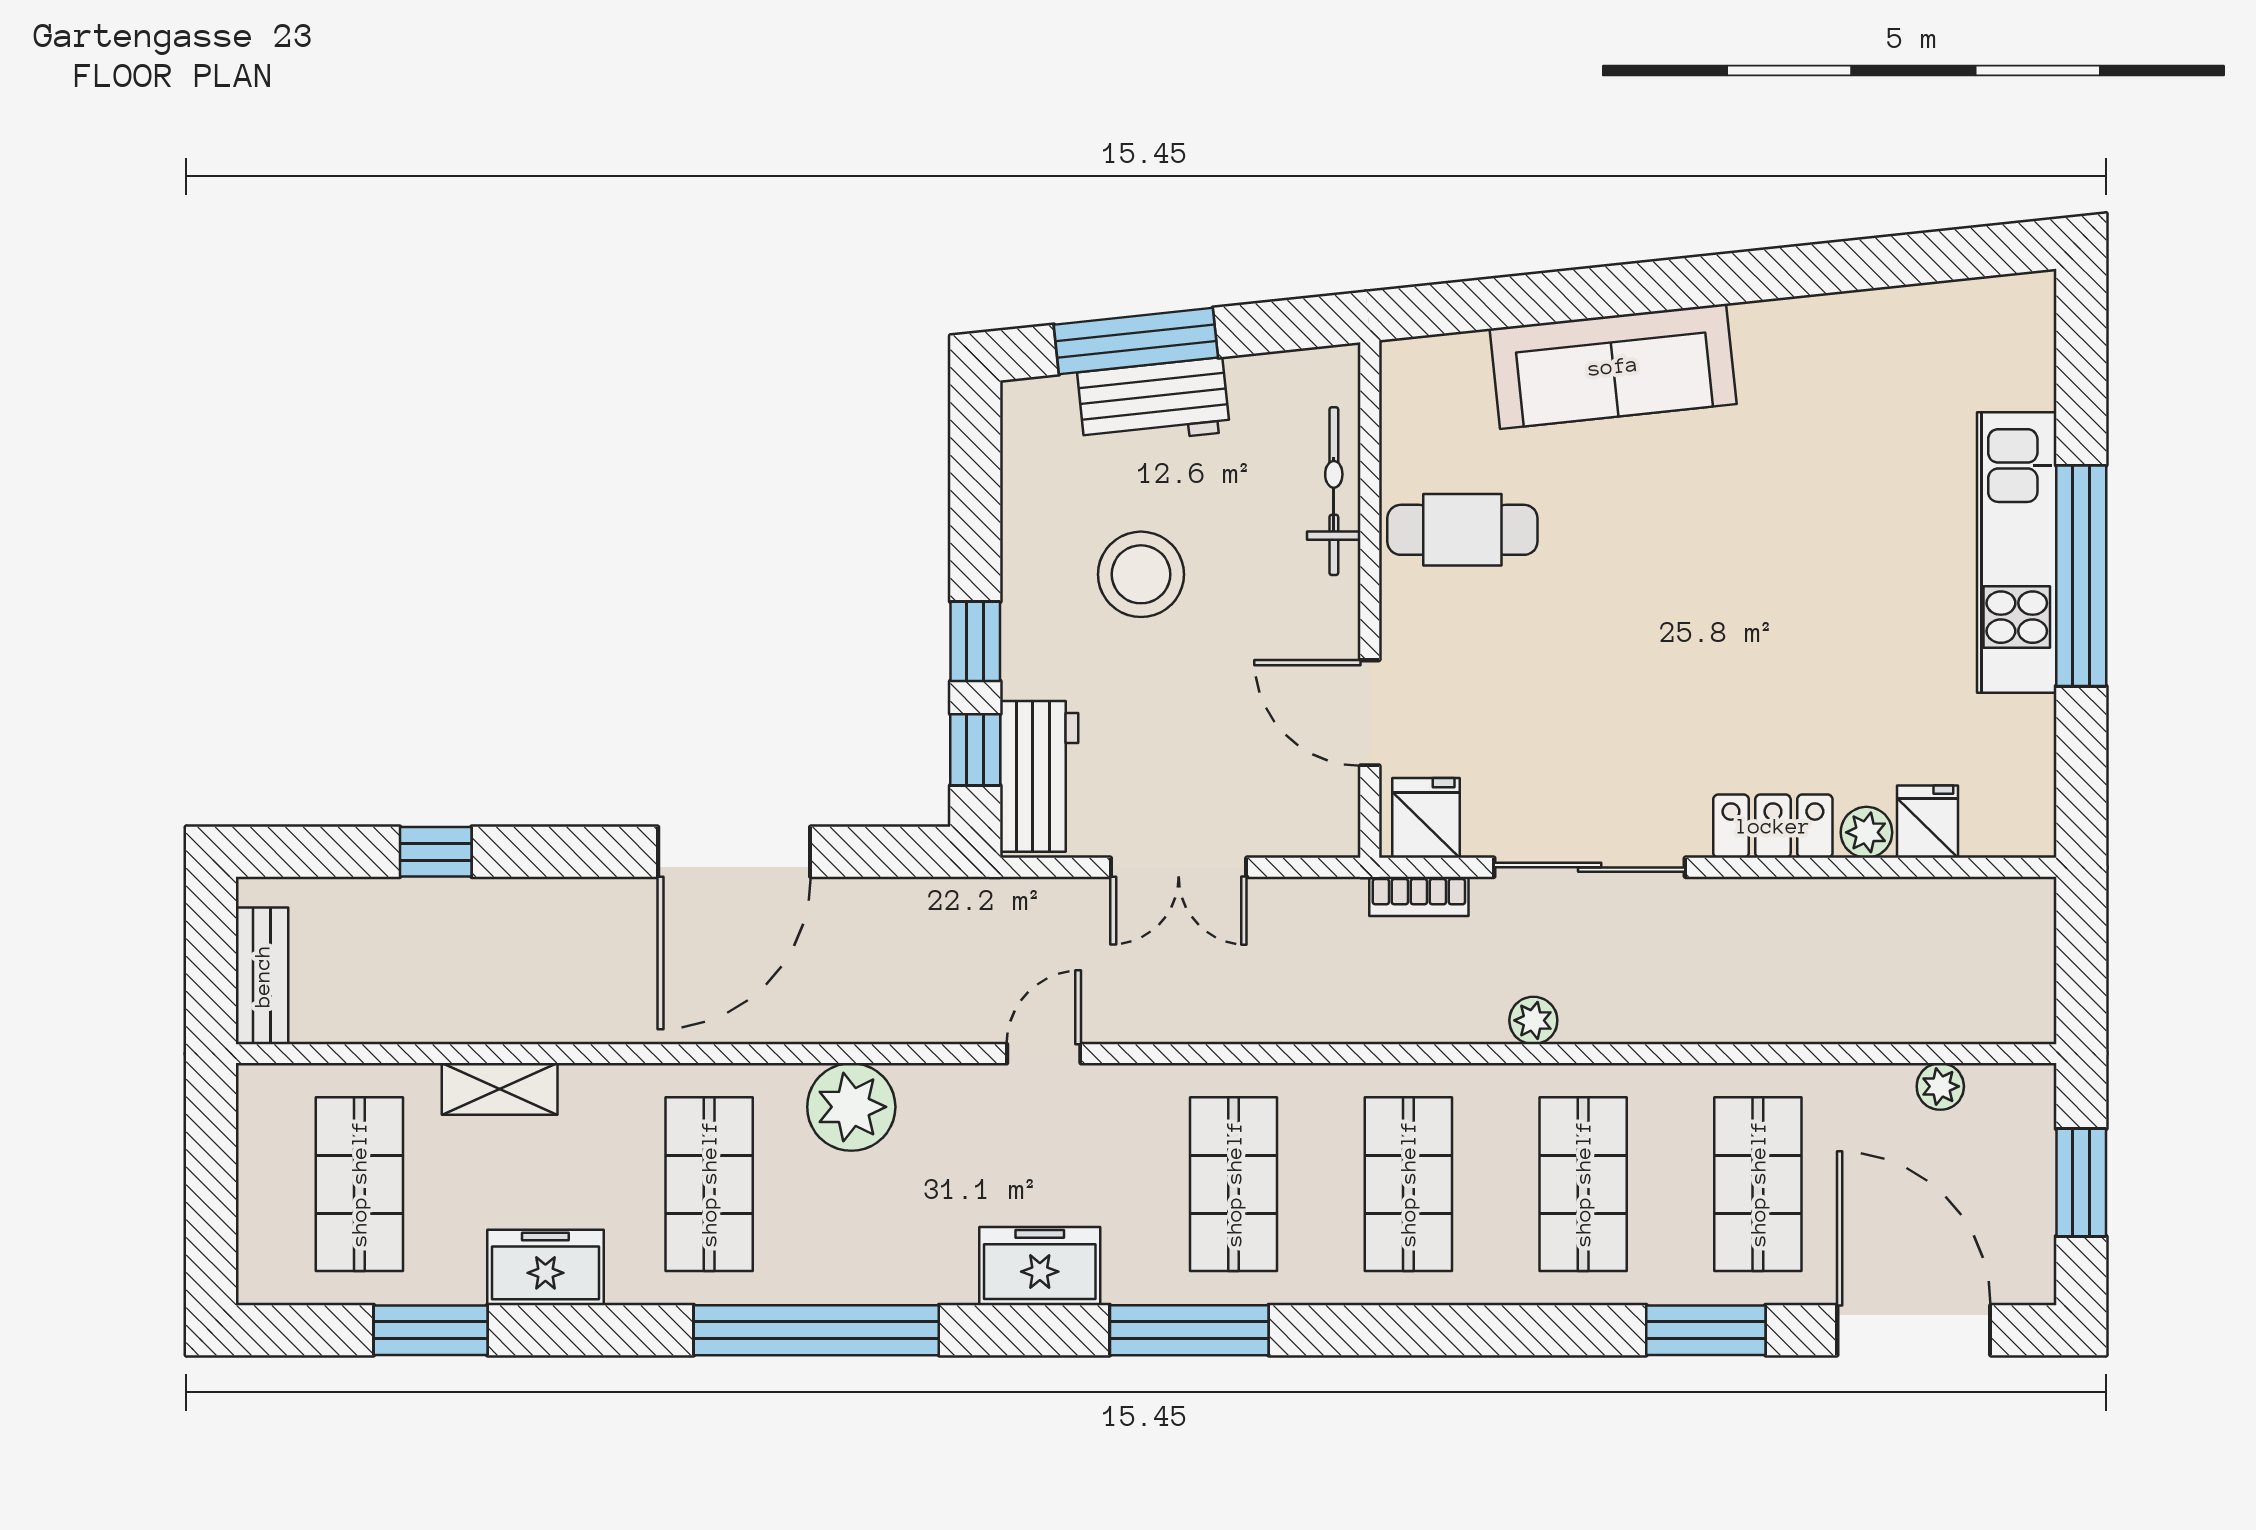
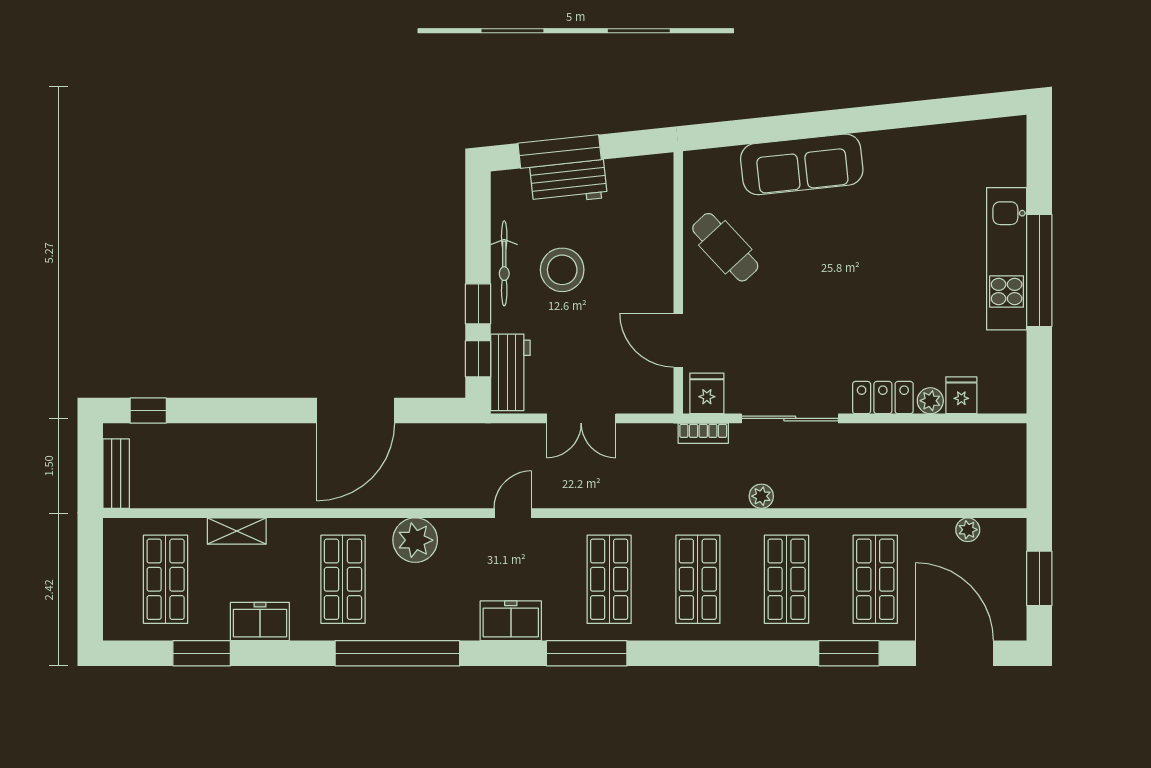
bicycle: (1334, 491) -> (504, 263), moved, turned 180
cafe table: (1462, 530) -> (725, 247), turned 47
window: (436, 852) -> (148, 411), moved

